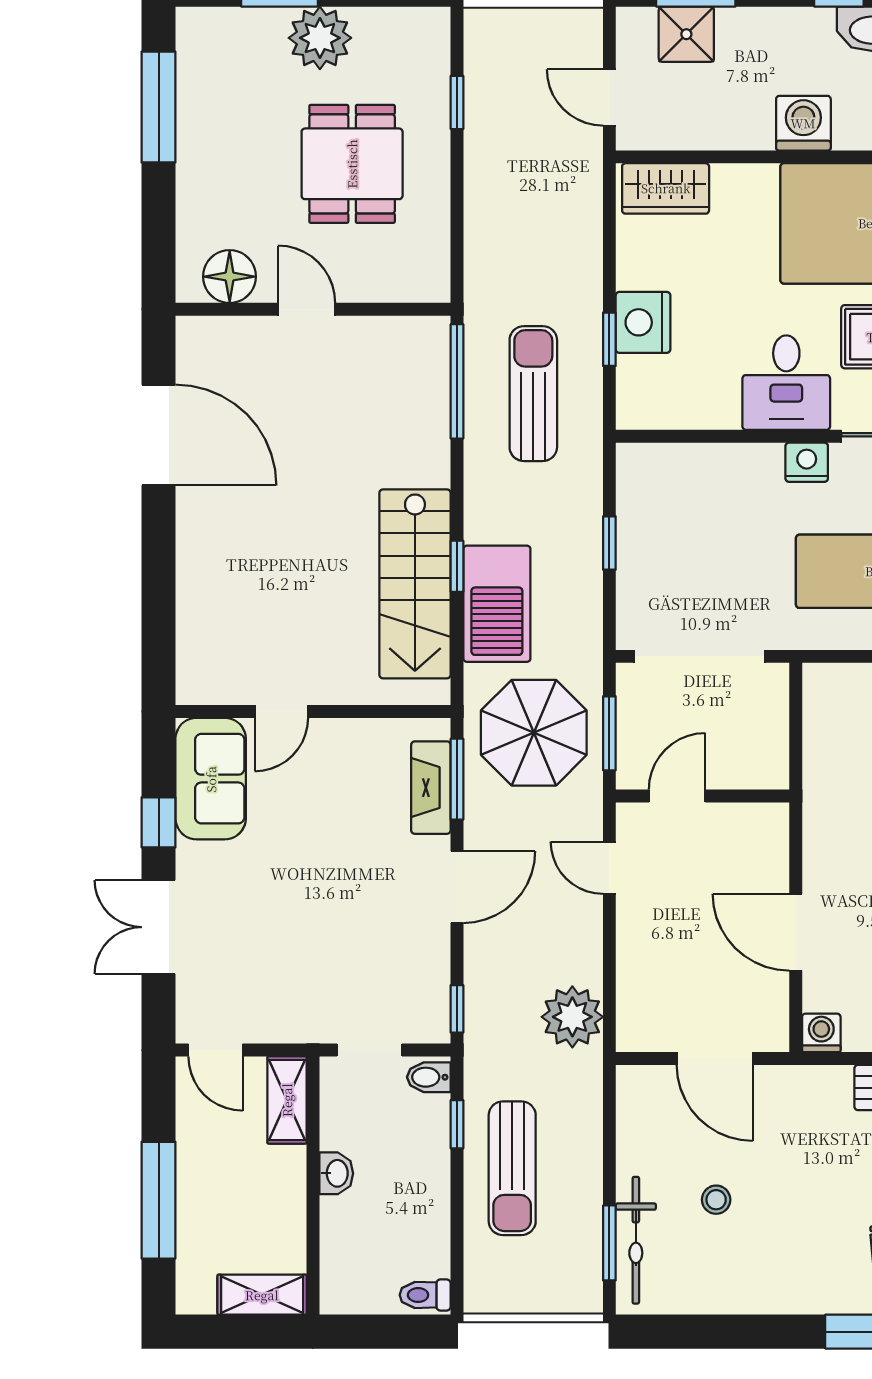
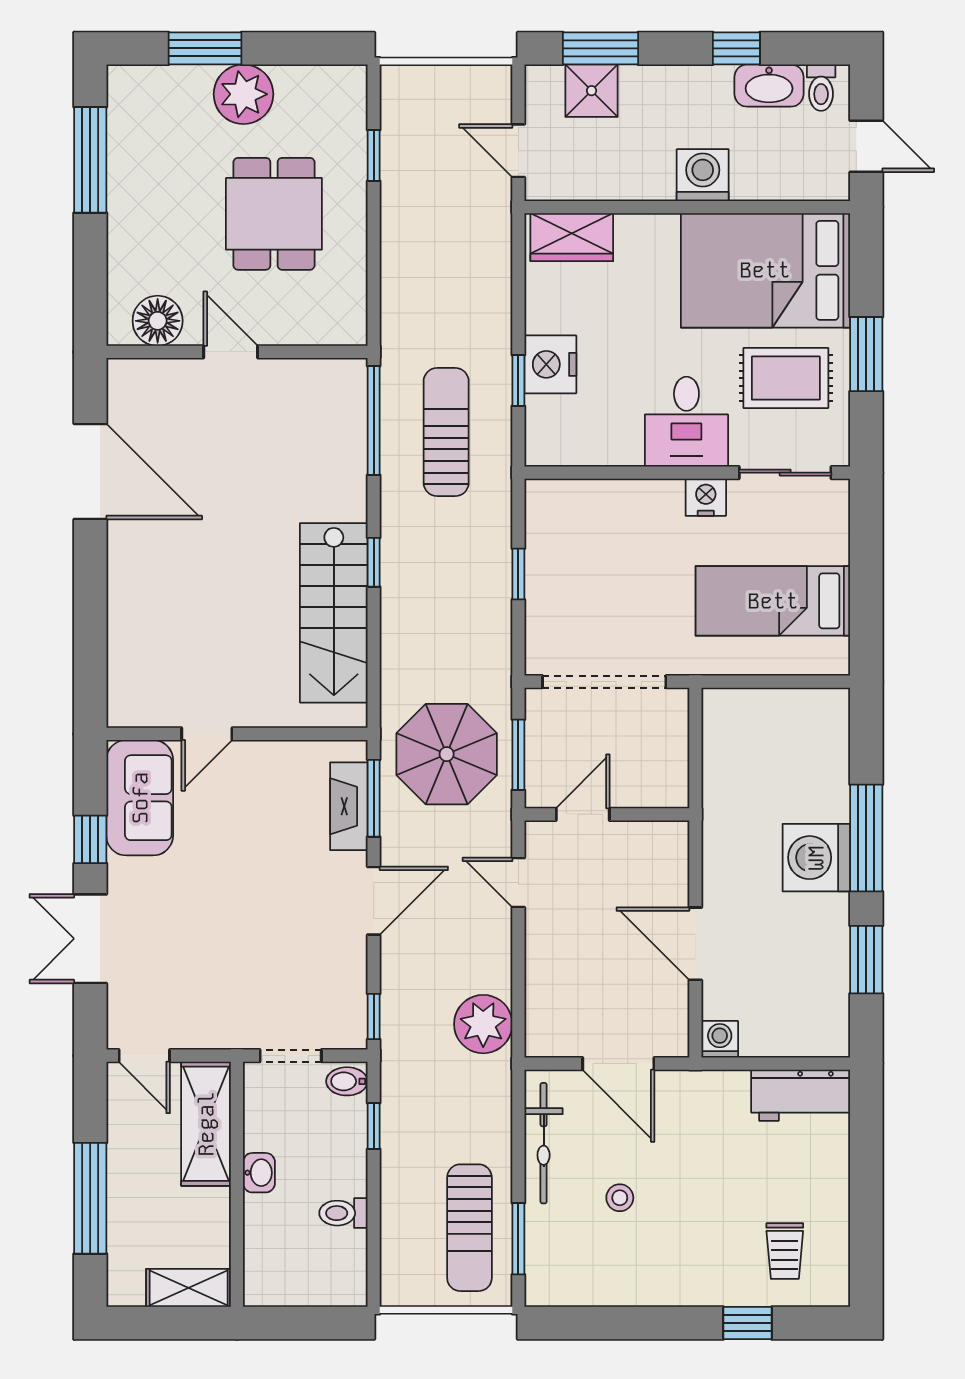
window: (457, 566) -> (374, 562), moved
barbecue: (497, 604) -> (412, 632), removed
shelving: (287, 1100) -> (206, 1124), width x1.50, depth x1.33
sun lounger: (512, 1168) -> (469, 1228), moved
bicycle: (636, 1240) -> (544, 1143), moved
toilet: (425, 1295) -> (343, 1213), moved

